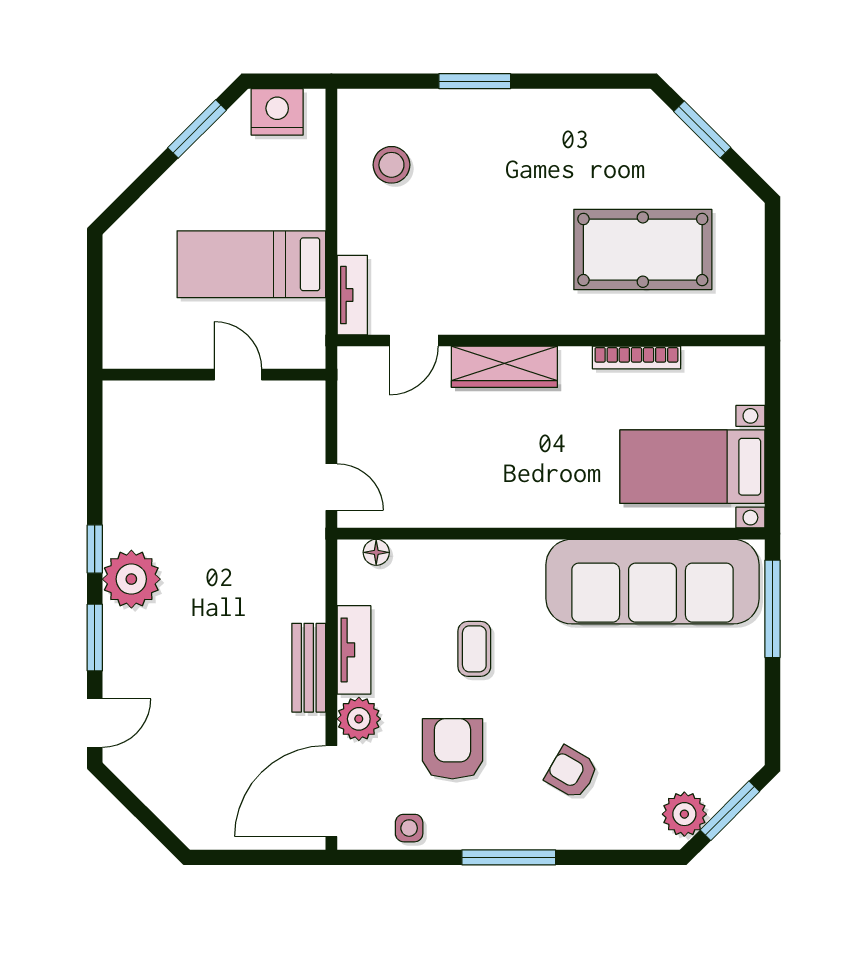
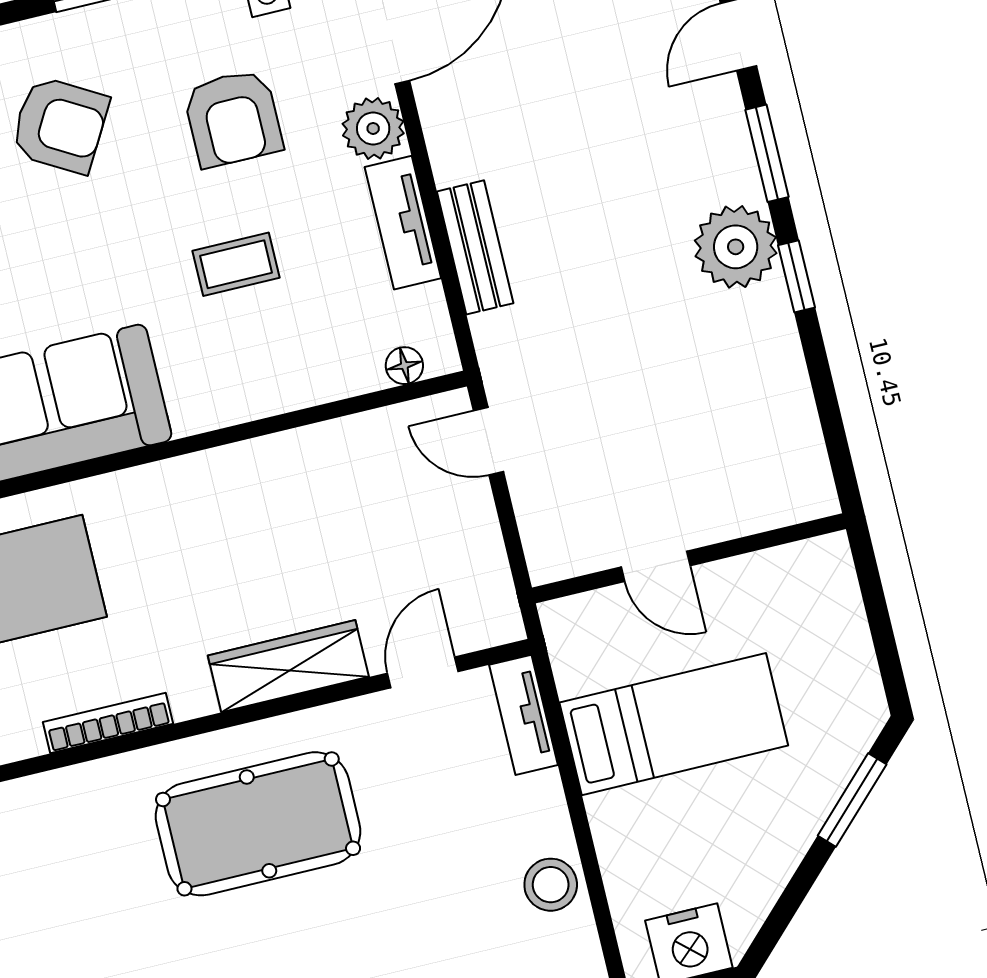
window: (197, 129) -> (852, 800), moved
stool: (391, 165) -> (551, 885), moved
pool table: (643, 250) -> (258, 824), moved
coffee table: (474, 649) -> (236, 264), turned 90
bench: (309, 668) -> (475, 247), moved
armchair: (571, 773) -> (60, 125), width x1.38, depth x1.38

